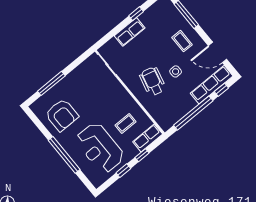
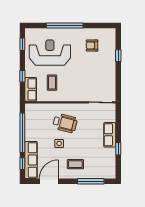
window: (51, 83) -> (118, 56), width x0.46
armchair: (62, 115) -> (92, 45), width x0.53, depth x0.53
window: (123, 171) -> (22, 44), moved

